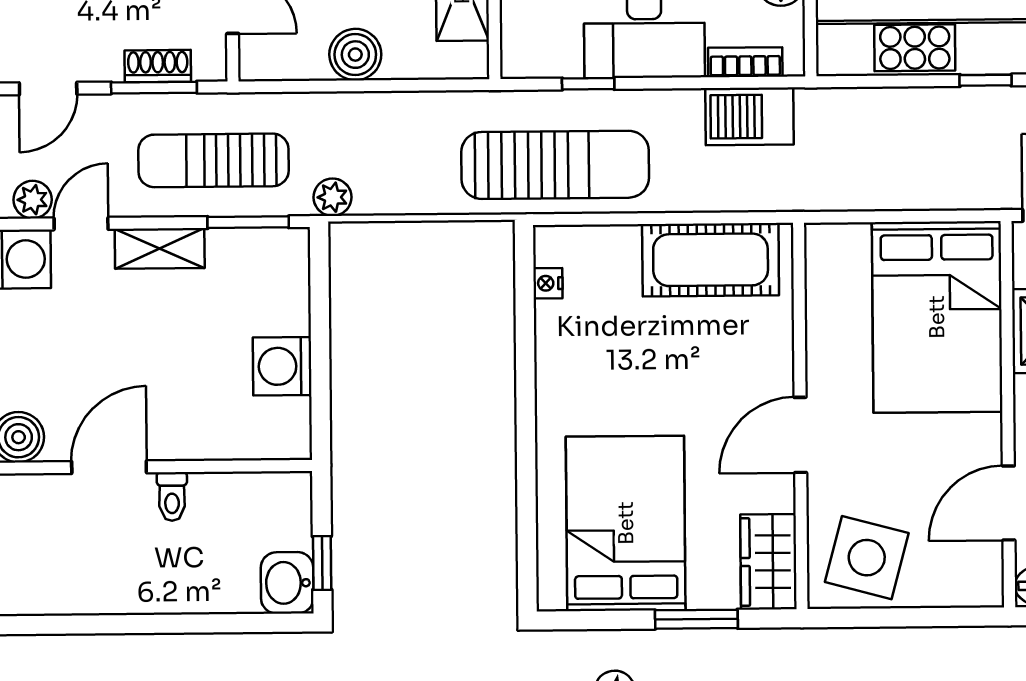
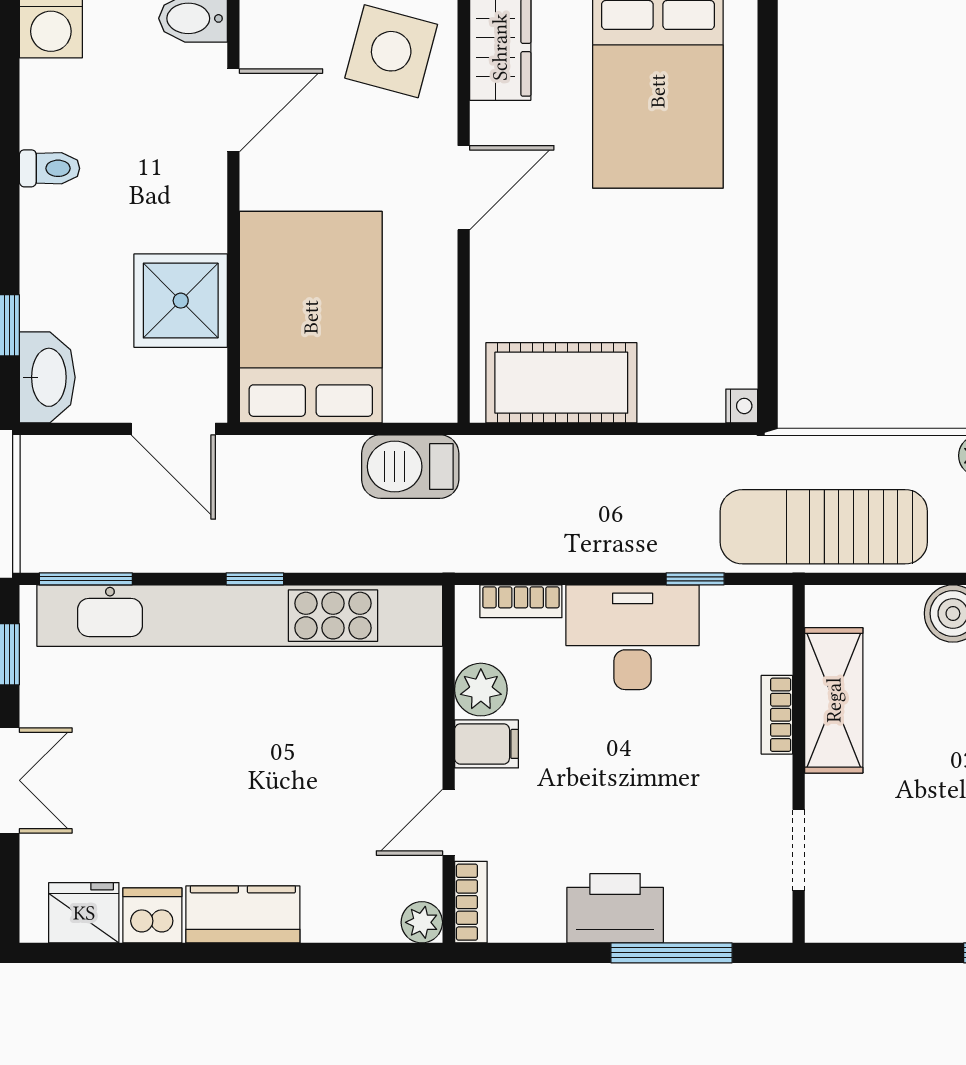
barbecue: (749, 116) -> (410, 467), moved, turned 180
sun lounger: (555, 165) -> (824, 527), moved
nightstand: (548, 283) -> (742, 406), moved

